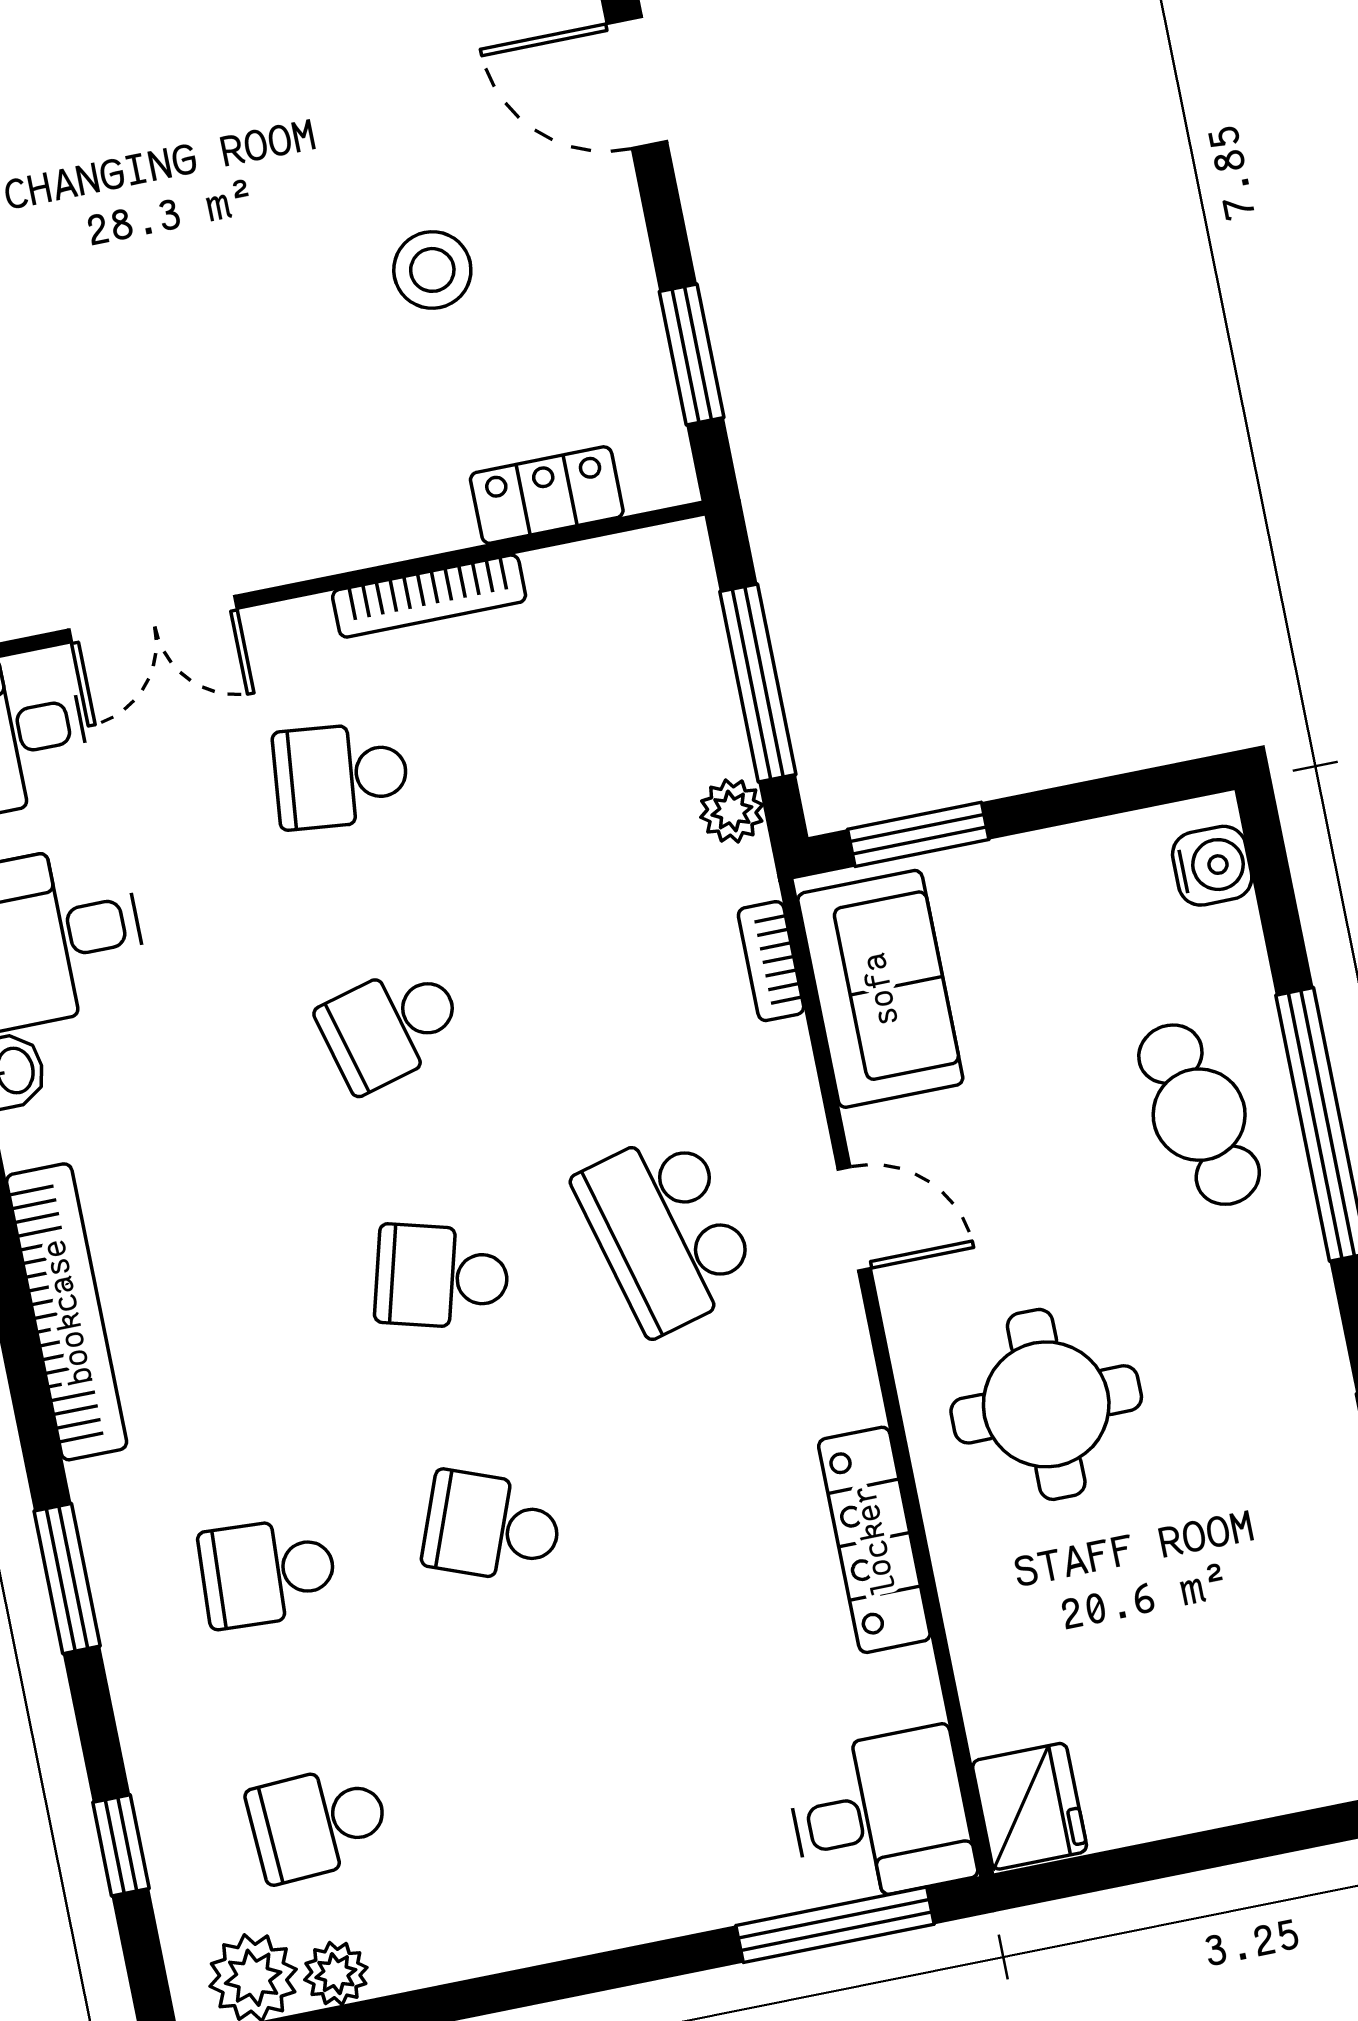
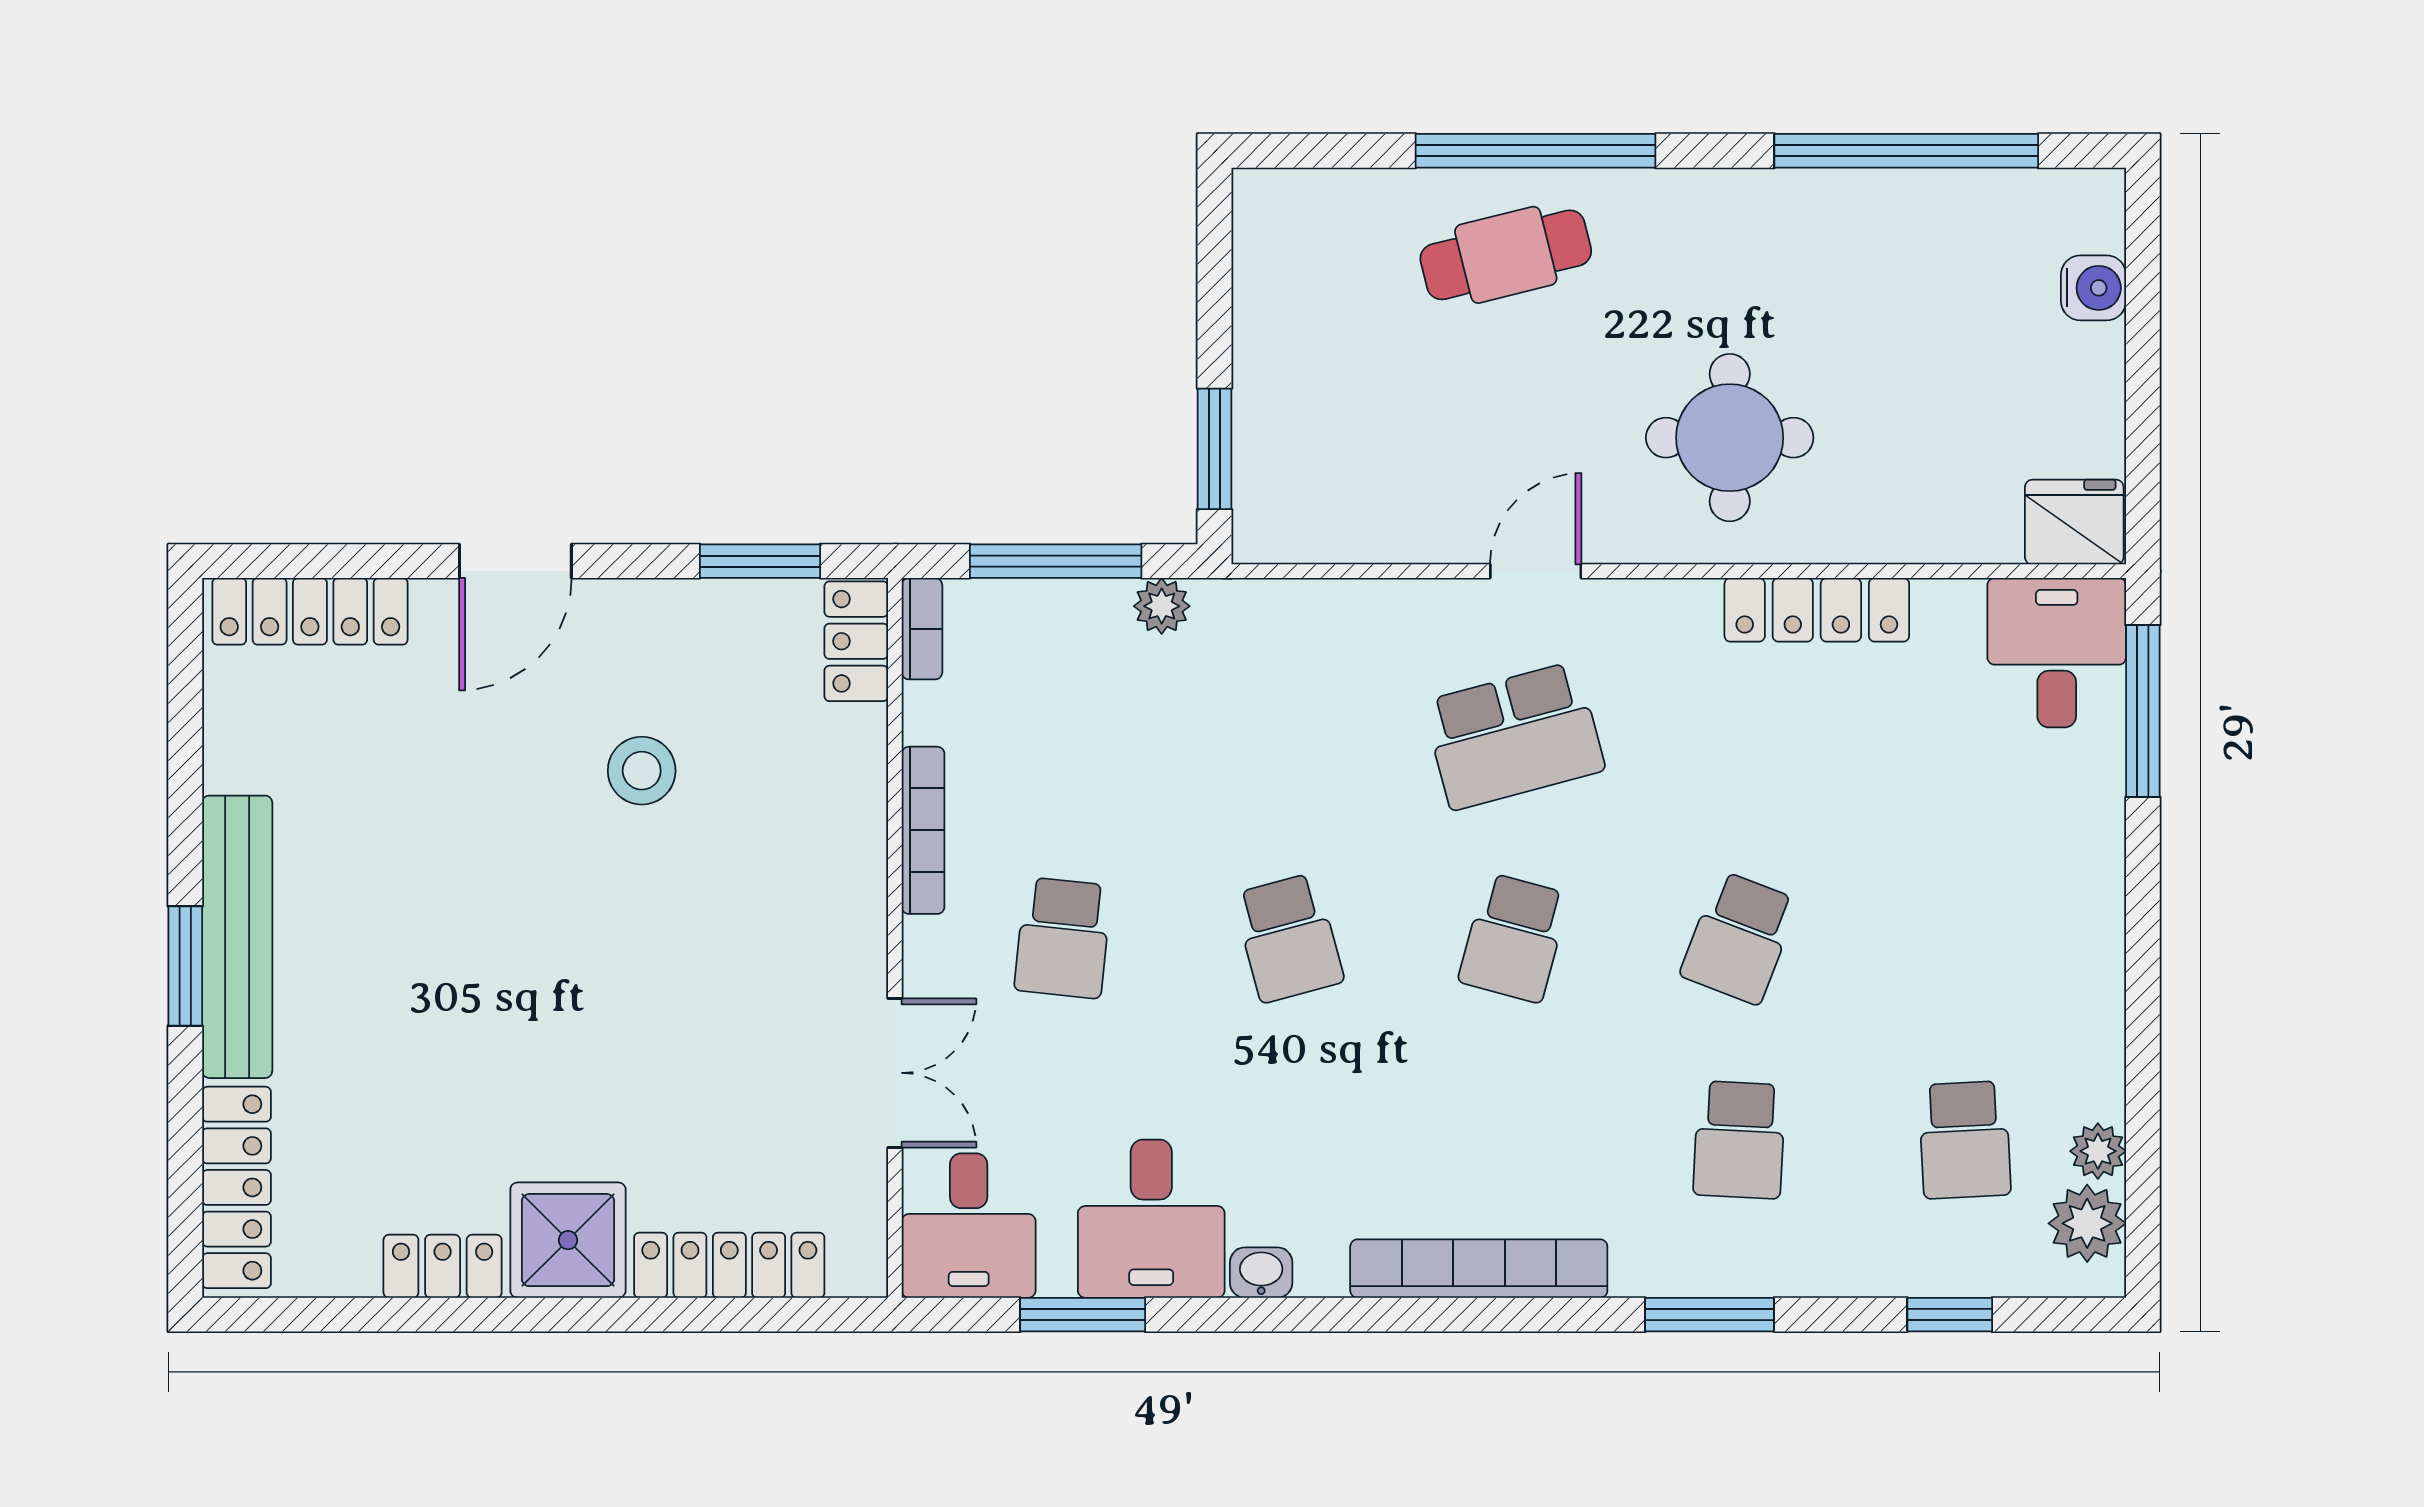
locker: (547, 495) -> (856, 641), moved
water cooler: (1212, 866) -> (2093, 288), moved, turned 90
bookcase: (771, 961) -> (922, 629), moved, turned -90
sofa: (880, 989) -> (1341, 509), removed

